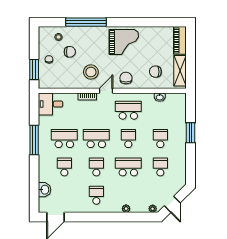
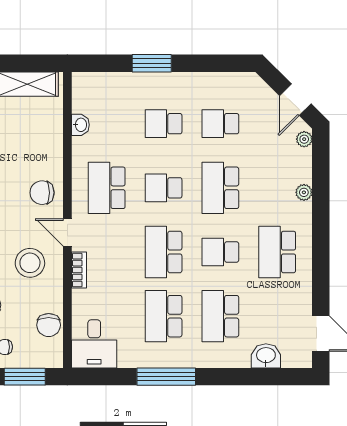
chair: (155, 72) -> (49, 325), moved
school desk: (64, 167) -> (220, 316), width x1.85
school desk: (96, 195) -> (277, 252), width x1.85
door: (172, 204) -> (295, 100), swing flipped

